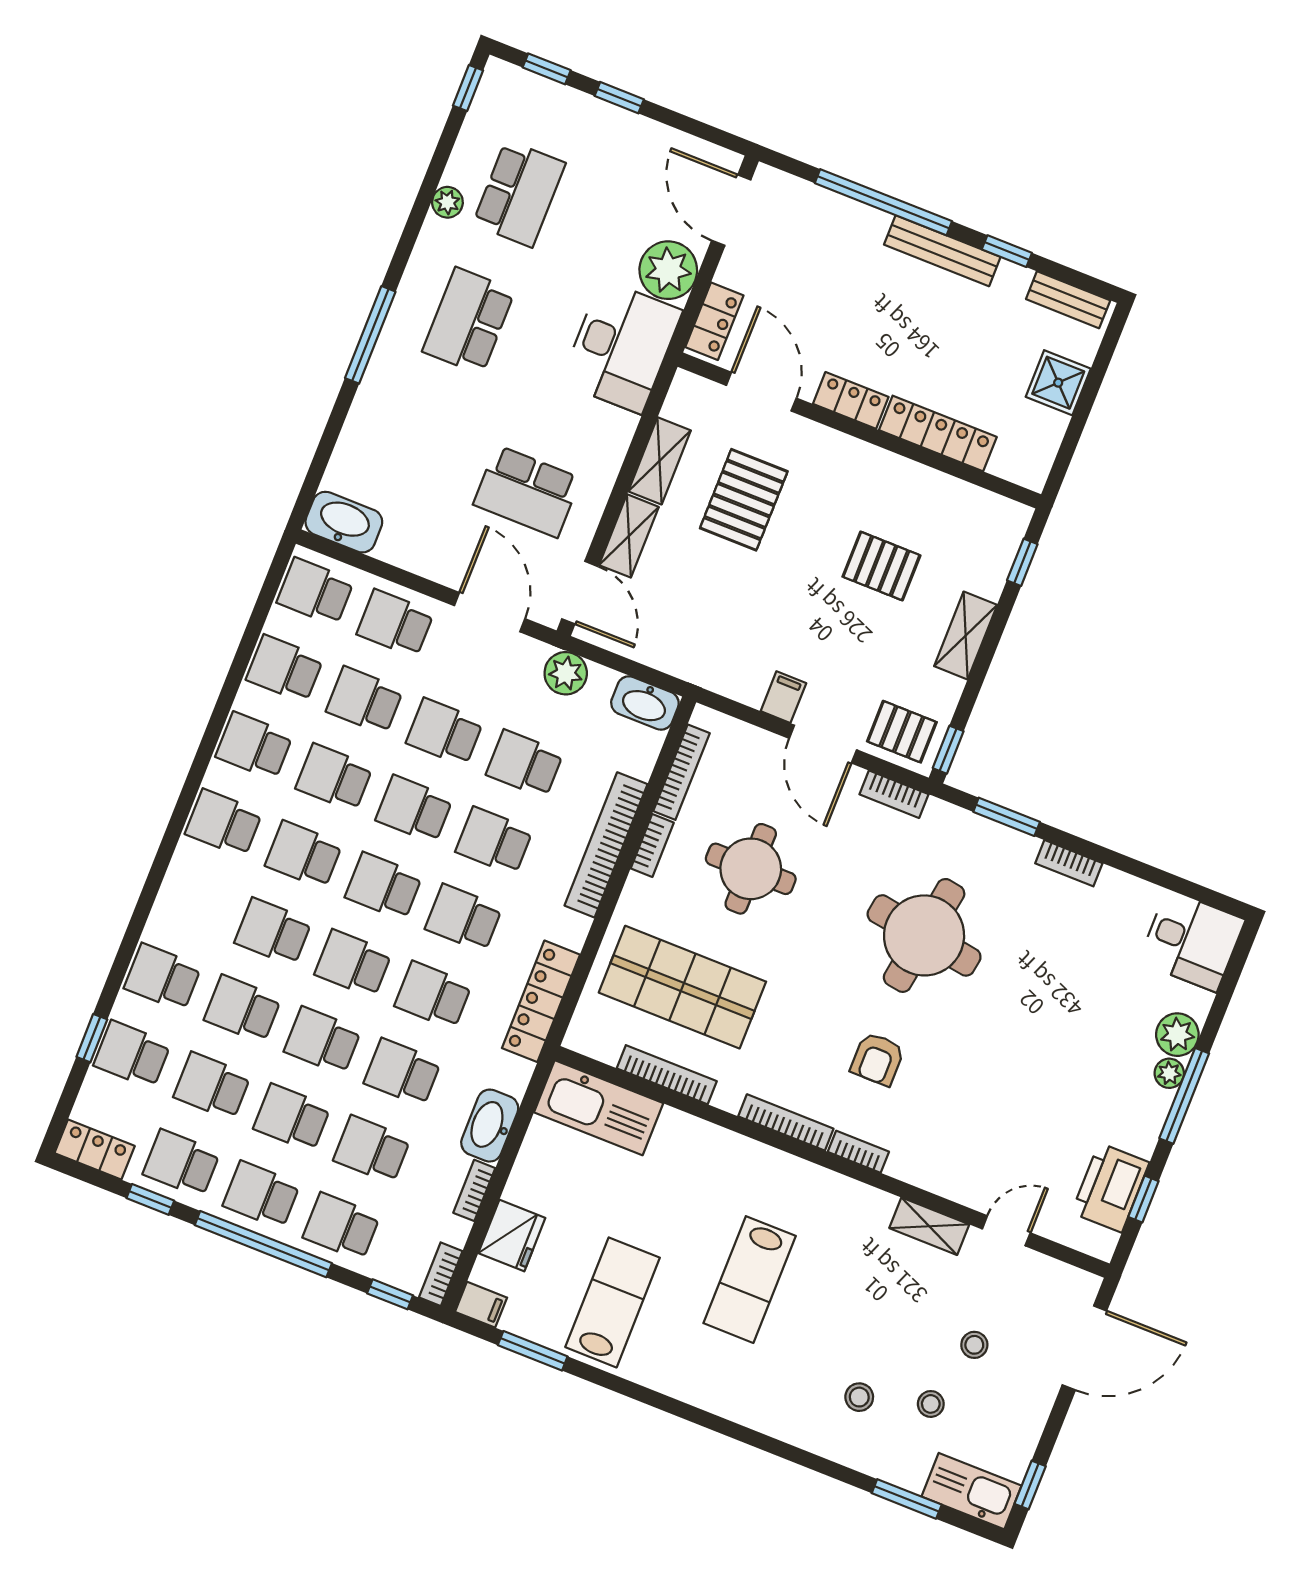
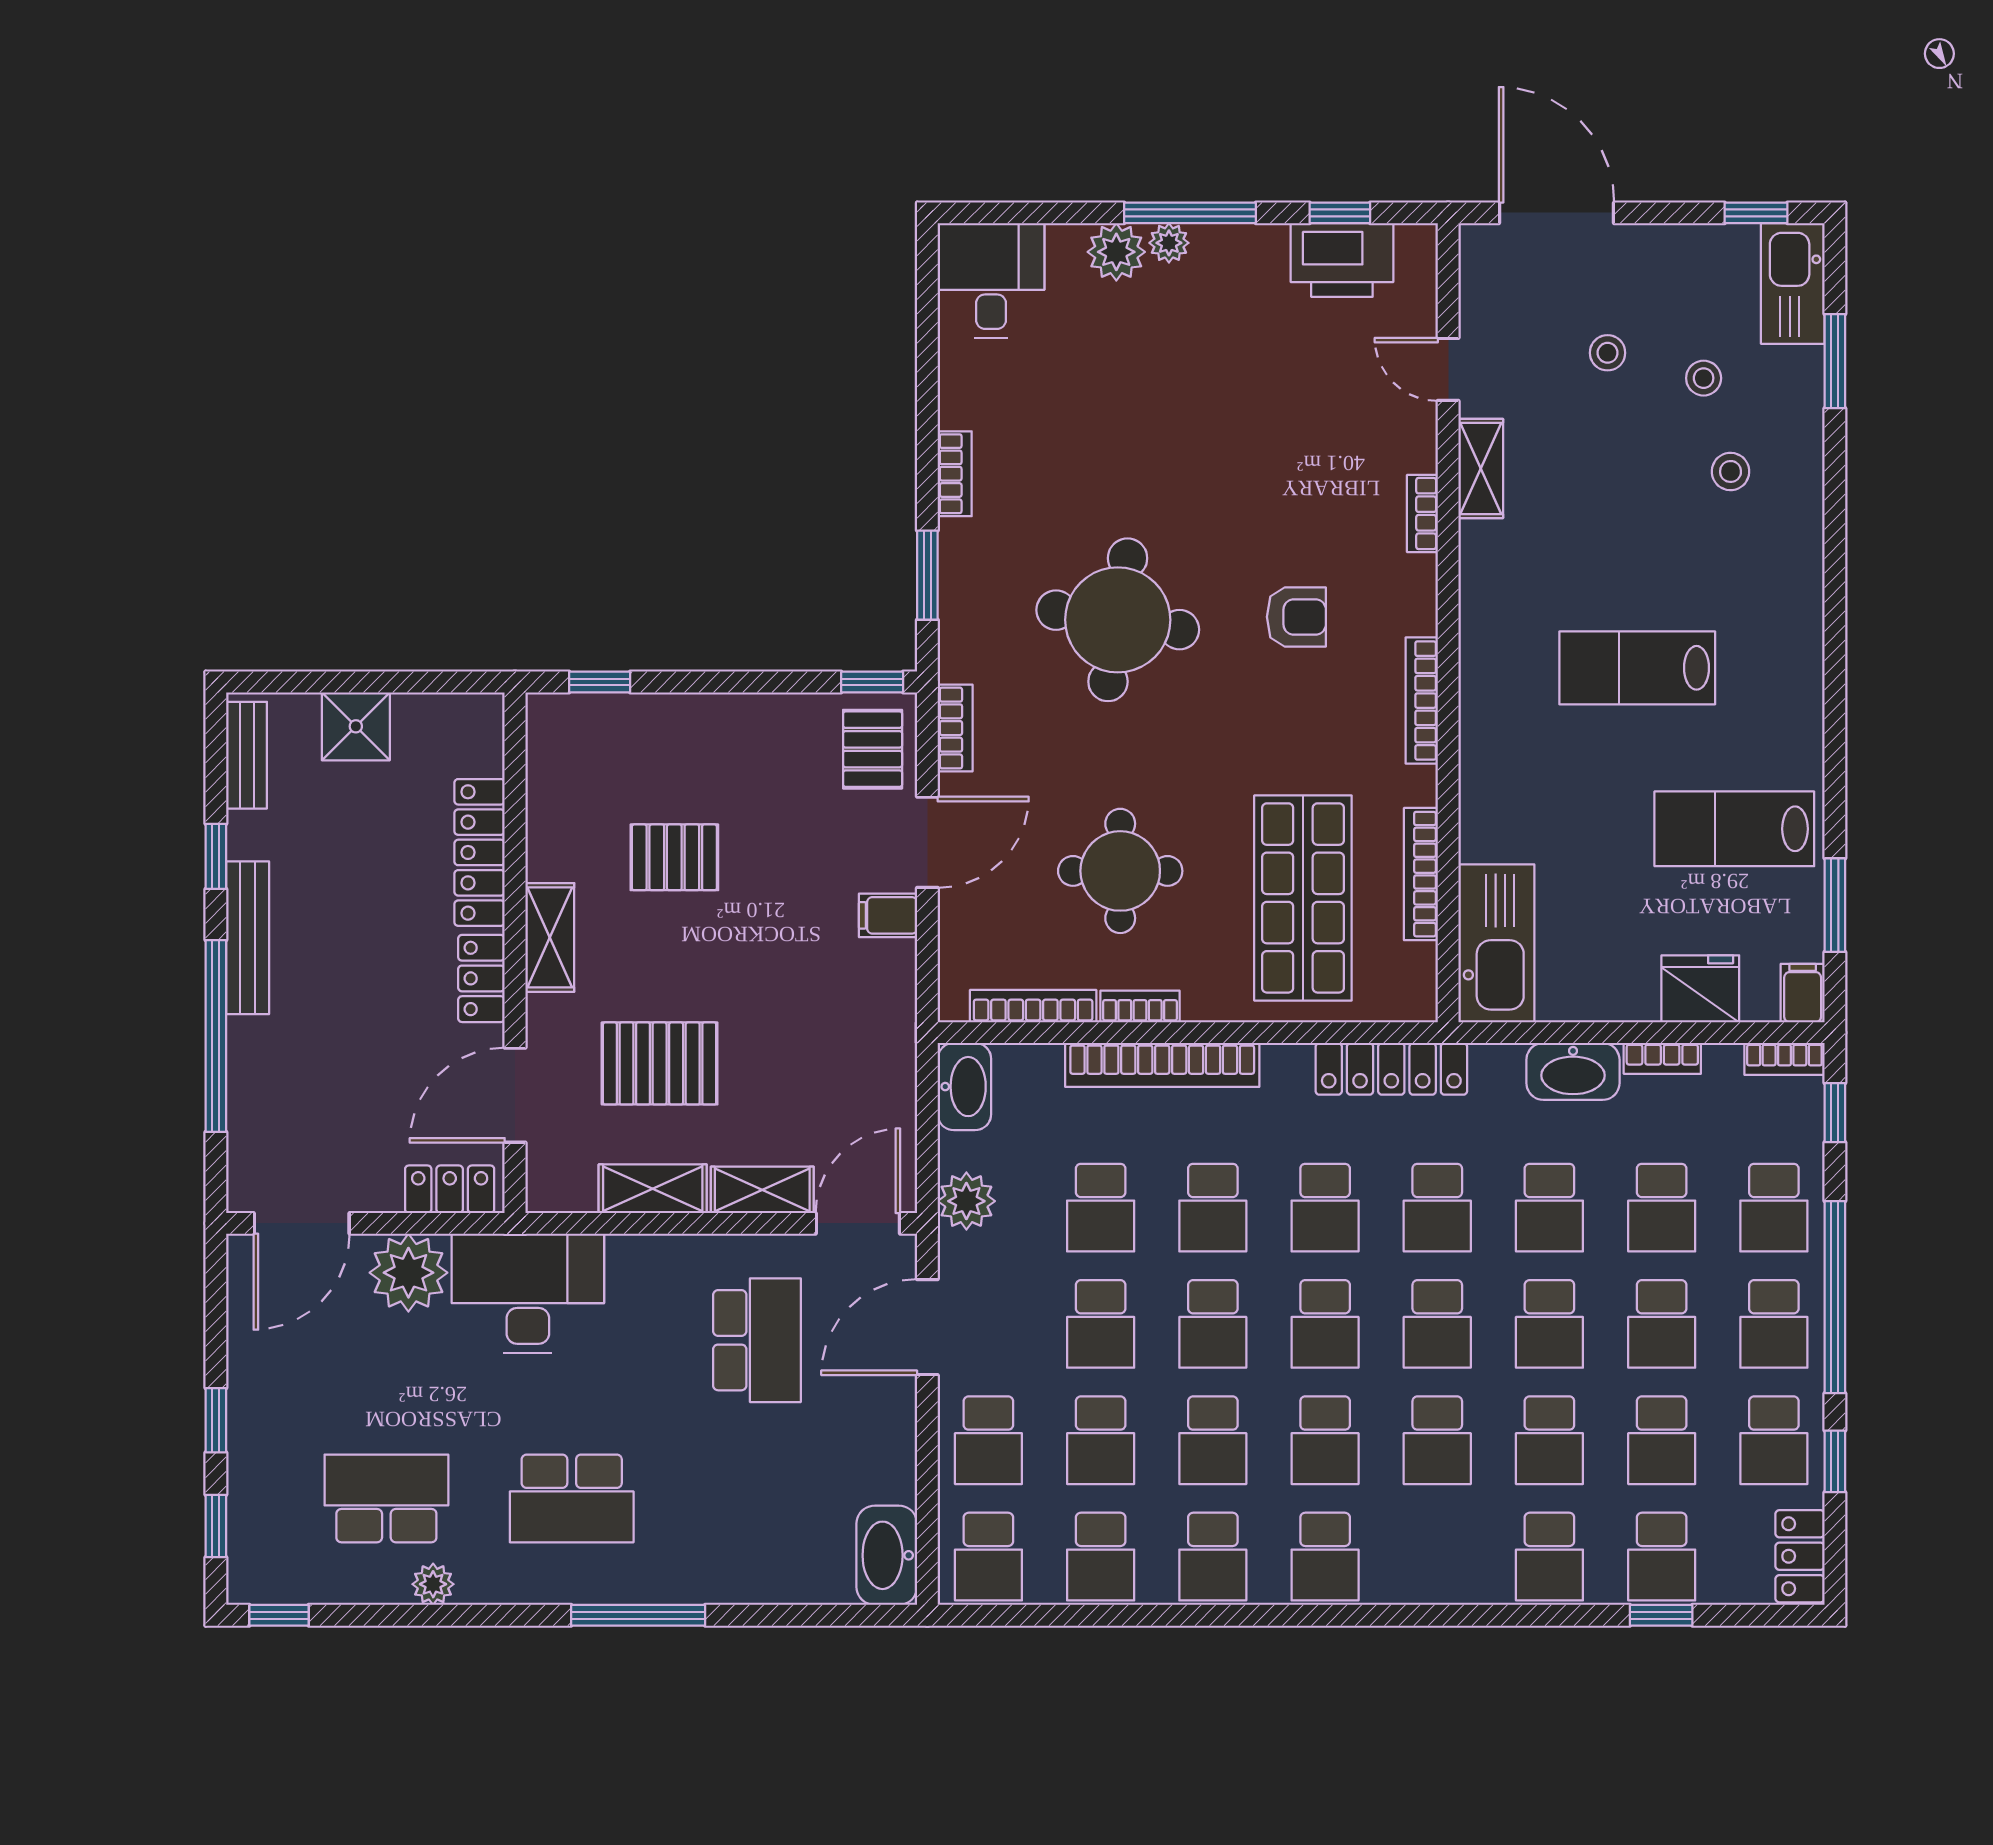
pallet: (881, 566) -> (674, 857), turned 90
shelving: (966, 635) -> (550, 937), moved, turned 90
bookcase: (858, 1152) -> (1422, 513), moved
lab bench: (750, 1280) -> (1637, 668), turned 180

